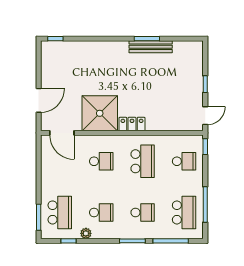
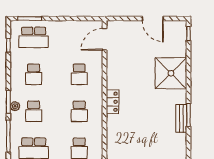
bench: (151, 47) -> (181, 118), width x0.73
door: (39, 100) -> (153, 19), moved
shower: (100, 113) -> (171, 73), moved
school desk: (143, 161) -> (79, 111), width x0.54
plant: (86, 233) -> (15, 106), moved

